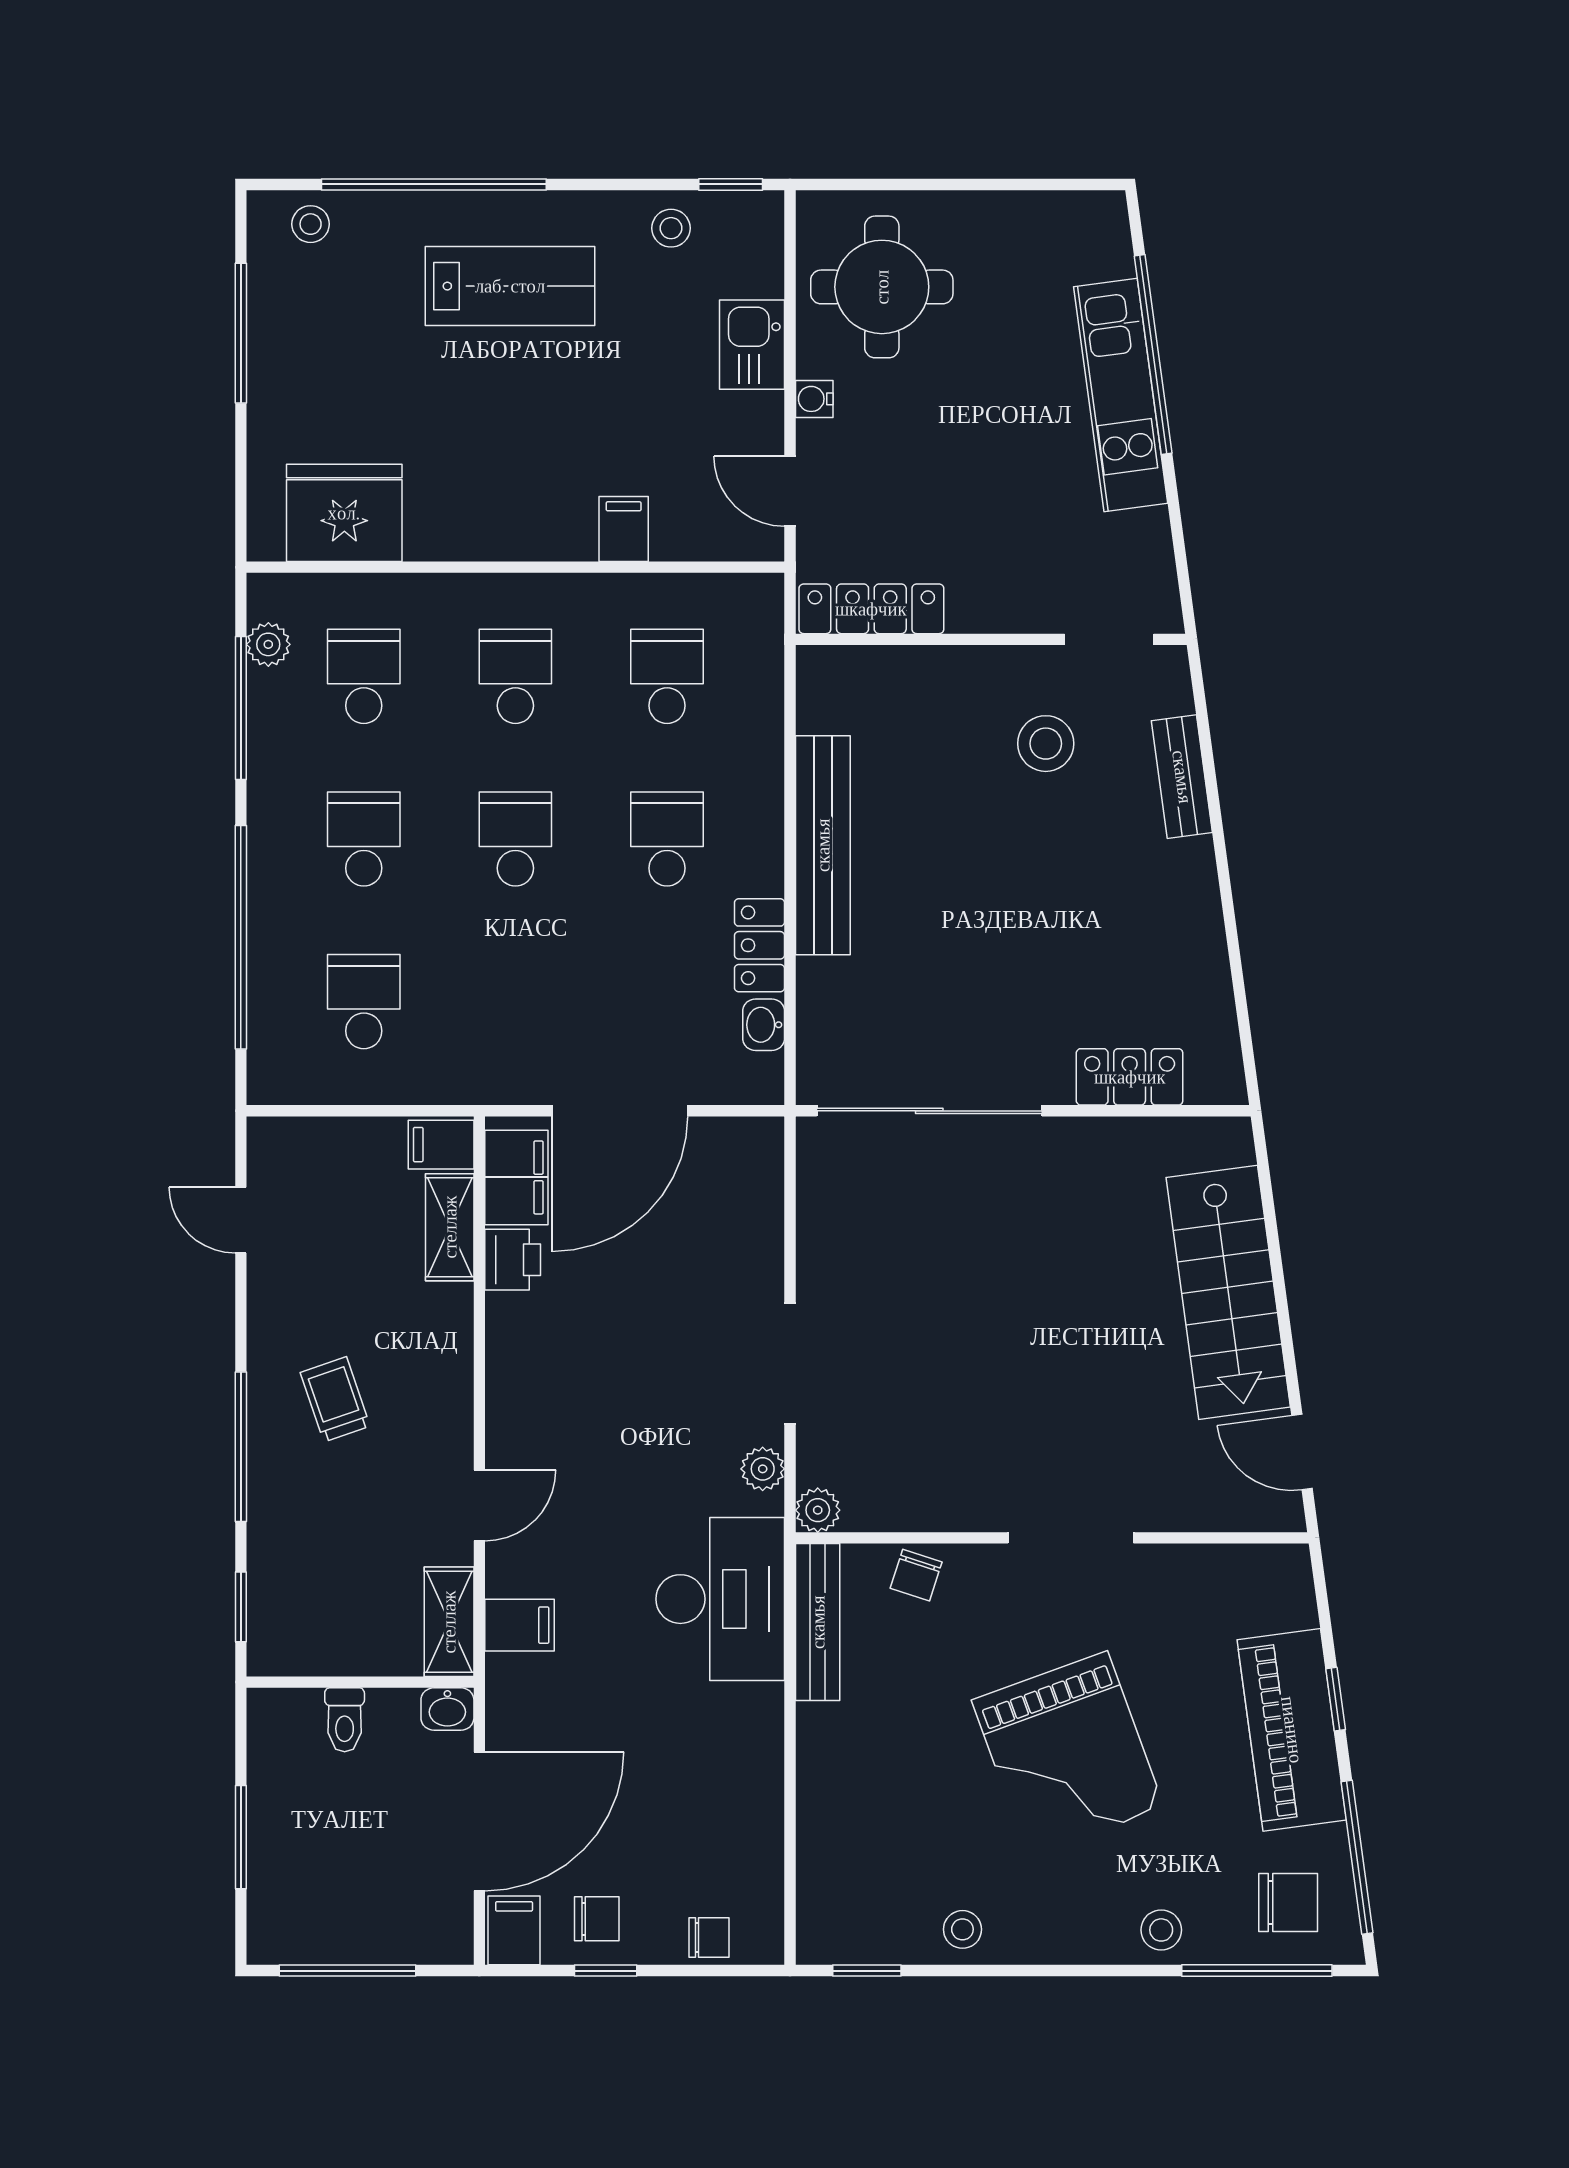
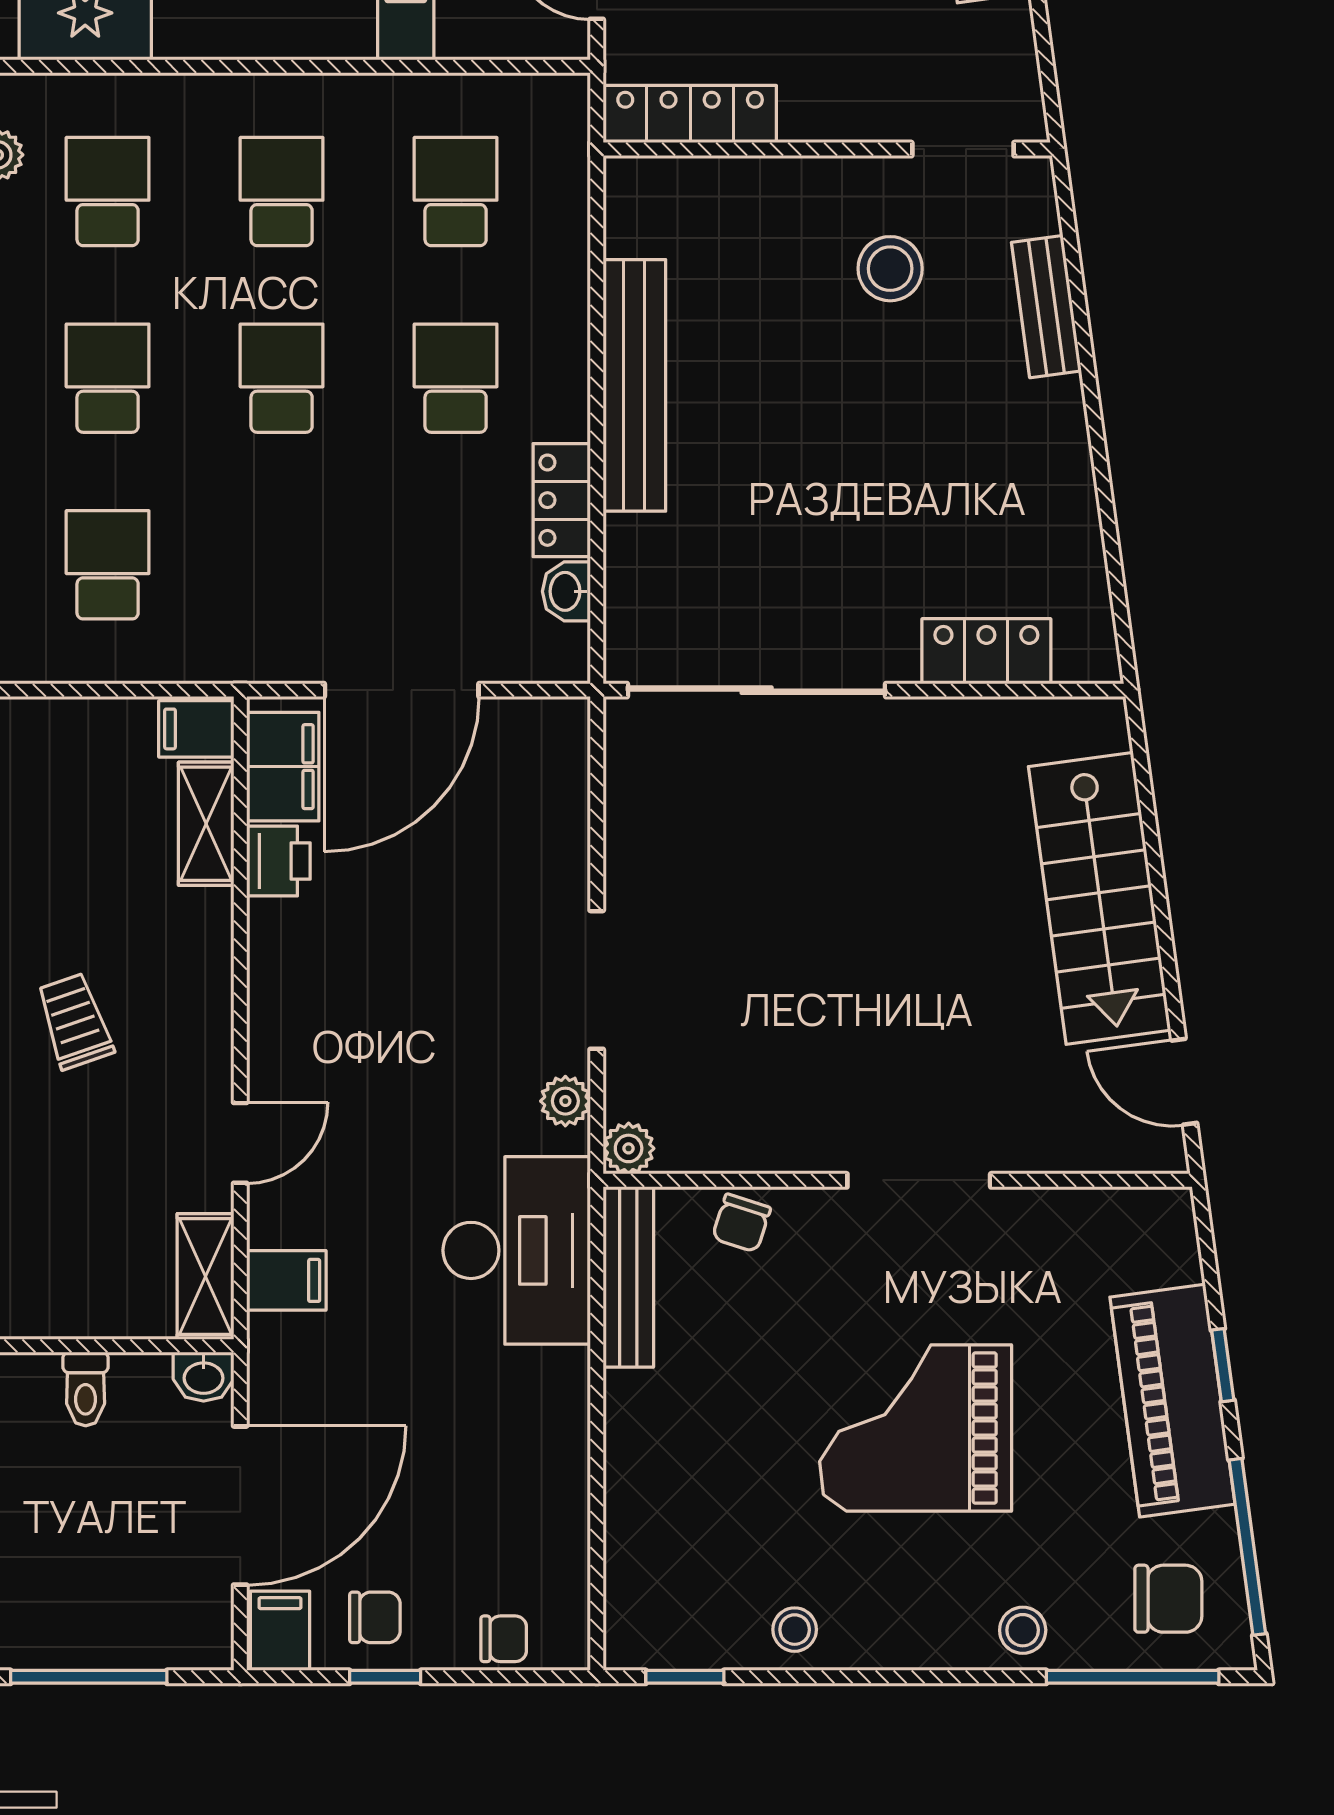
grand piano: (1068, 1754) -> (916, 1428), turned 110

